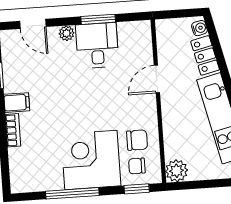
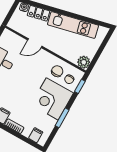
door: (157, 79) -> (35, 43), hinge flipped
filing cabinet: (21, 171) -> (36, 135), added
window: (72, 193) -> (62, 118), width x0.69

